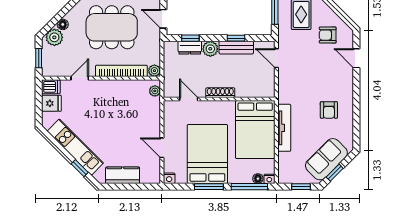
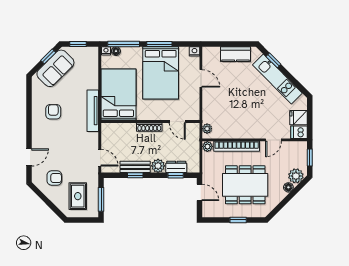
door: (356, 58) -> (29, 157), hinge flipped
tv unit: (284, 128) -> (93, 111), moved

